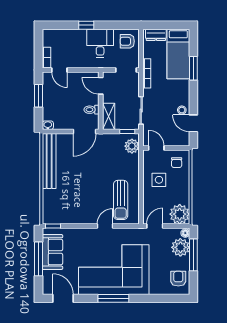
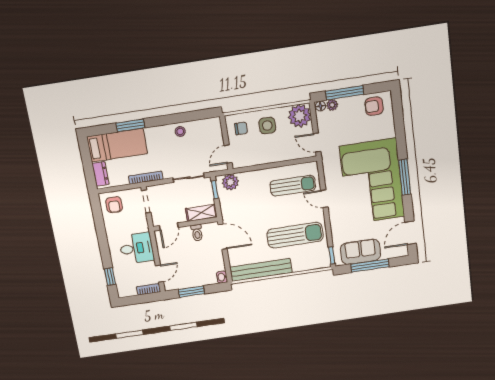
window: (86, 25) -> (110, 277), moved
desk: (100, 43) -> (137, 248), moved, turned 180
door: (193, 123) -> (193, 116), removed
side table: (159, 180) -> (267, 126), moved
sun lounger: (76, 196) -> (295, 235), added
plant: (180, 247) -> (332, 105), width x0.53, depth x0.53

